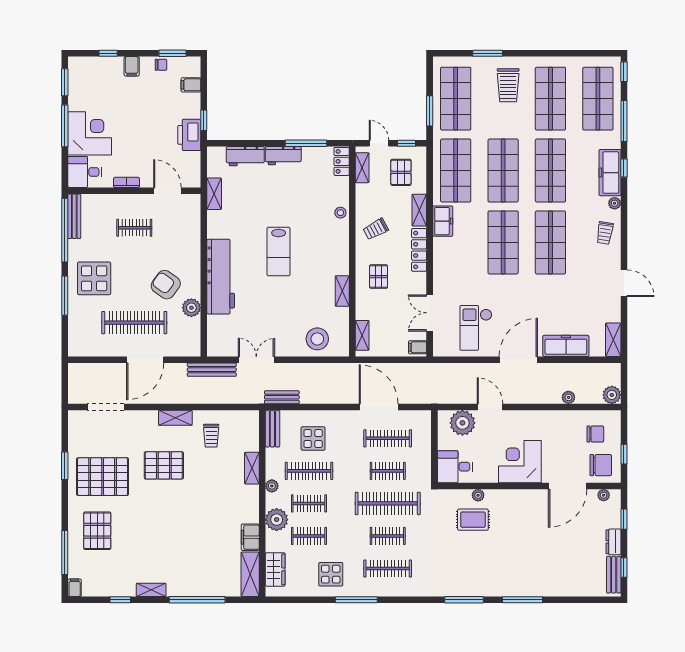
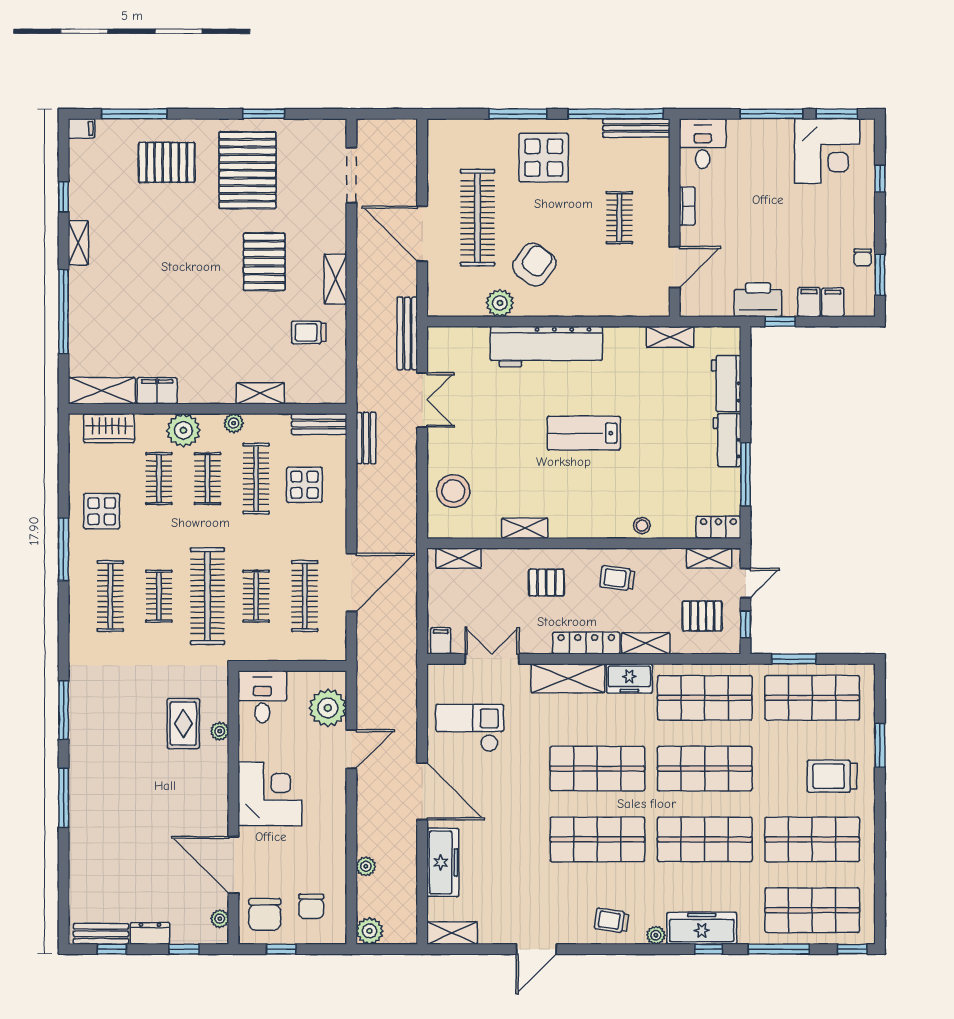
filing cabinet: (132, 66) -> (809, 302), moved, turned 90
corner desk: (90, 133) -> (827, 151), moved
trolley: (376, 229) -> (617, 578), turned -55
shelving: (443, 262) -> (568, 678), added

